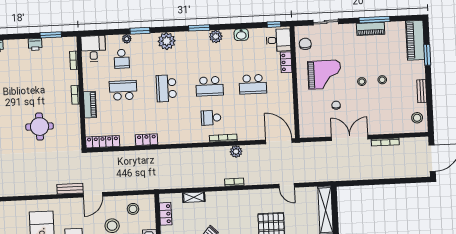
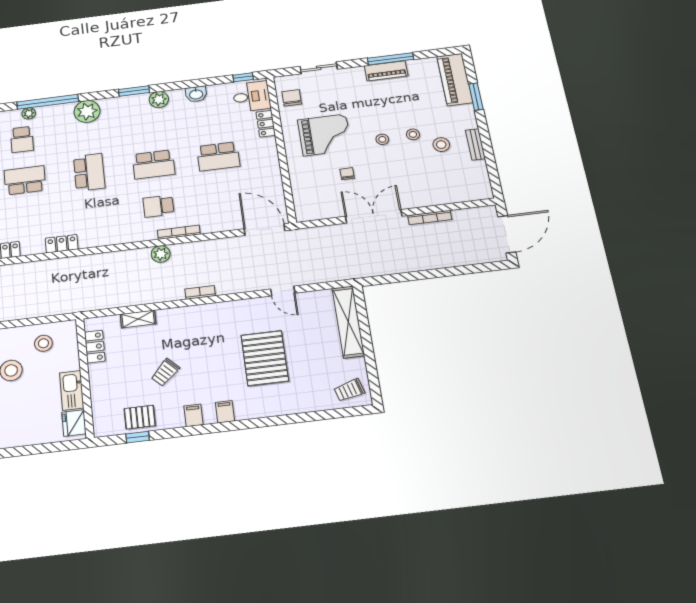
window: (140, 31) -> (48, 102), width x2.11
school desk: (166, 88) -> (89, 172), turned 180
stool: (417, 118) -> (441, 145), moved
plant: (236, 152) -> (161, 254), moved

